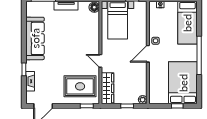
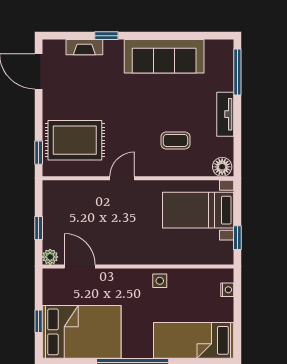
coffee table: (80, 32) -> (175, 140), added
door: (148, 54) -> (80, 266), moved
rug: (80, 86) -> (75, 140), turned 90
wardrobe: (107, 88) -> (71, 191), removed

